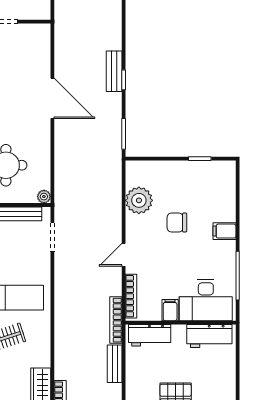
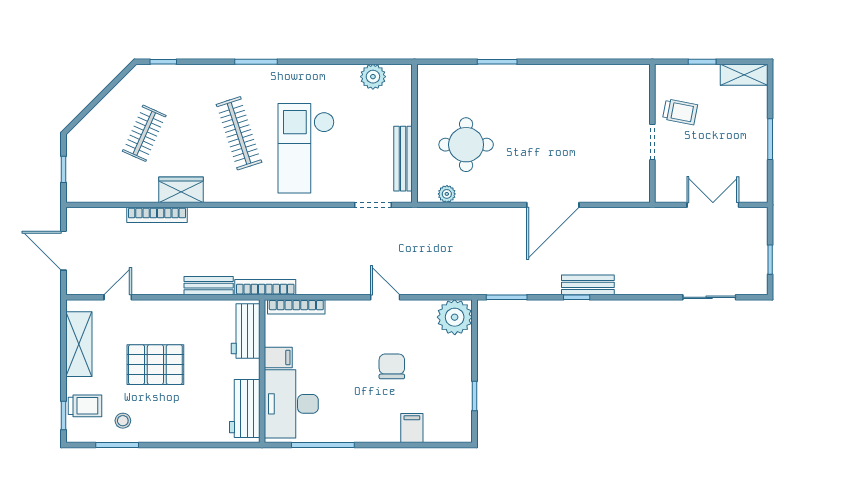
plant: (44, 197) -> (447, 194), moved
plant: (139, 200) -> (455, 317), moved
filing cabinet: (224, 231) -> (412, 428), moved
door: (124, 255) -> (385, 297), moved

